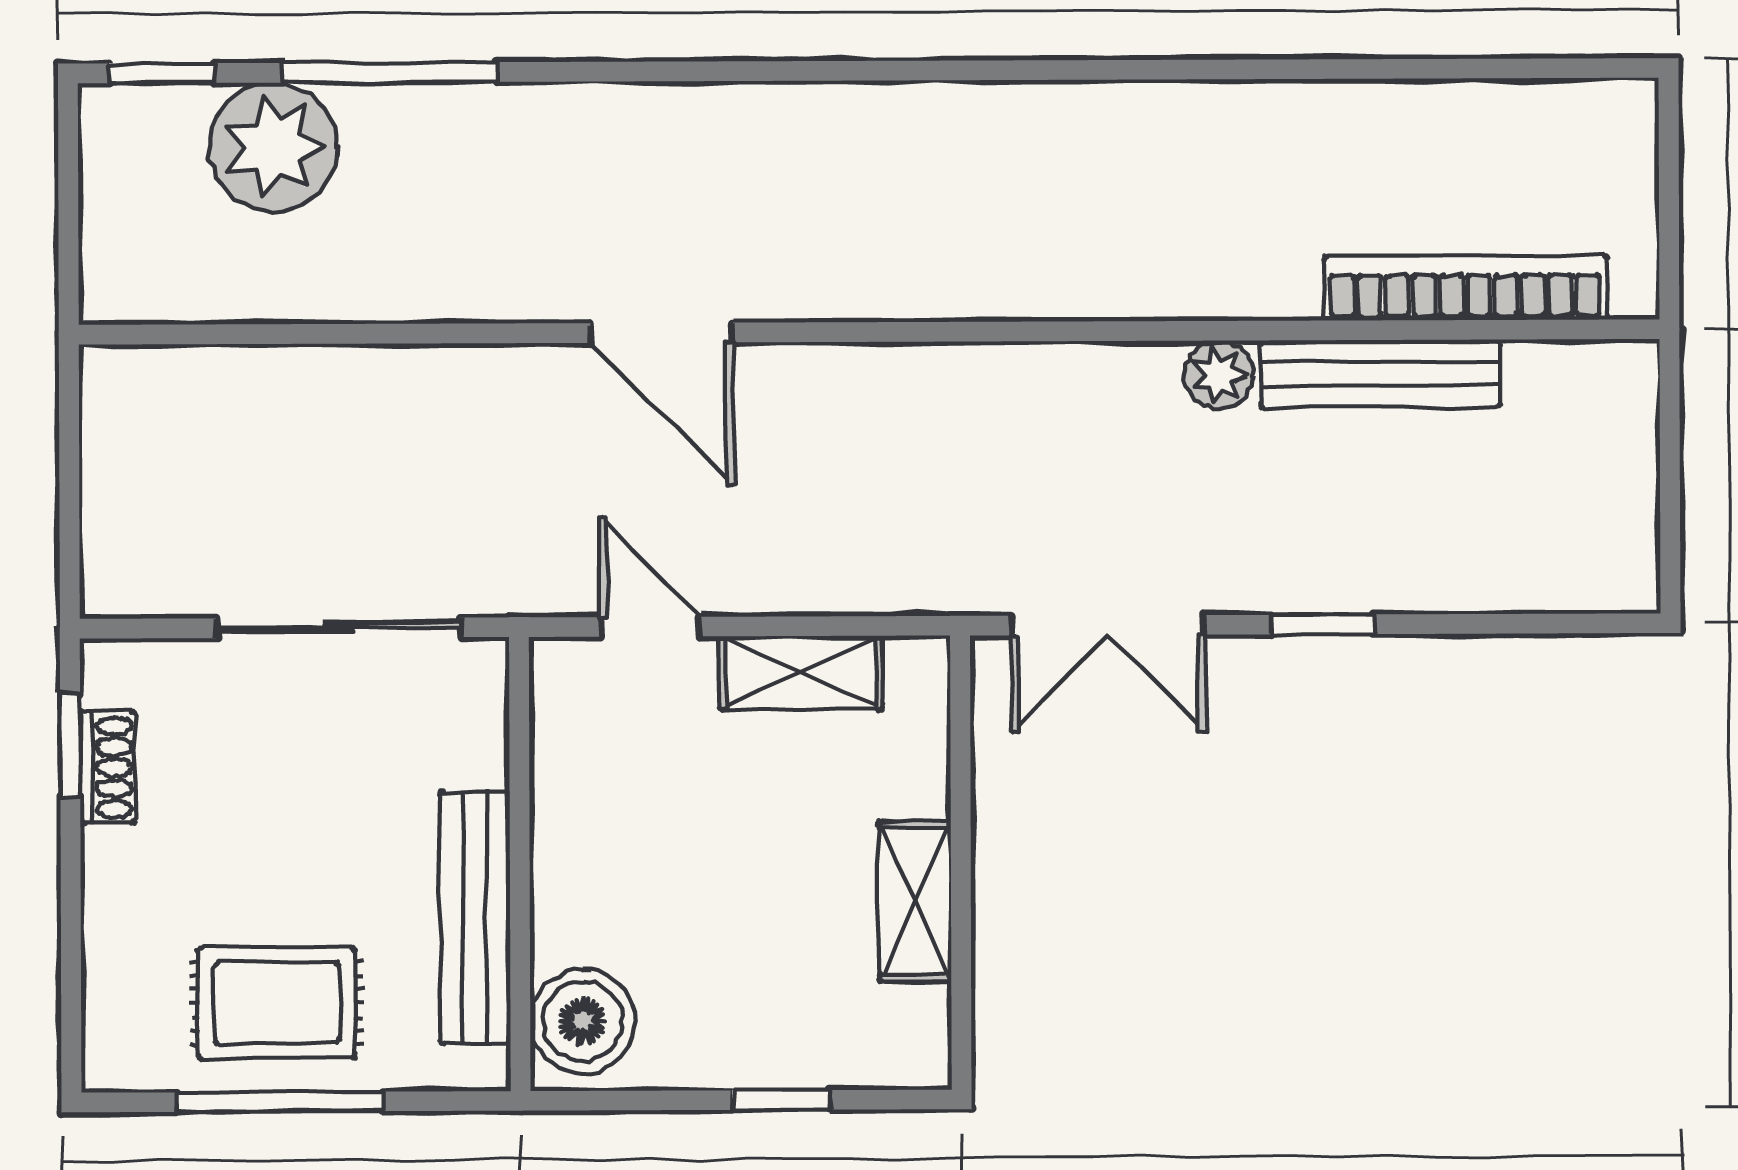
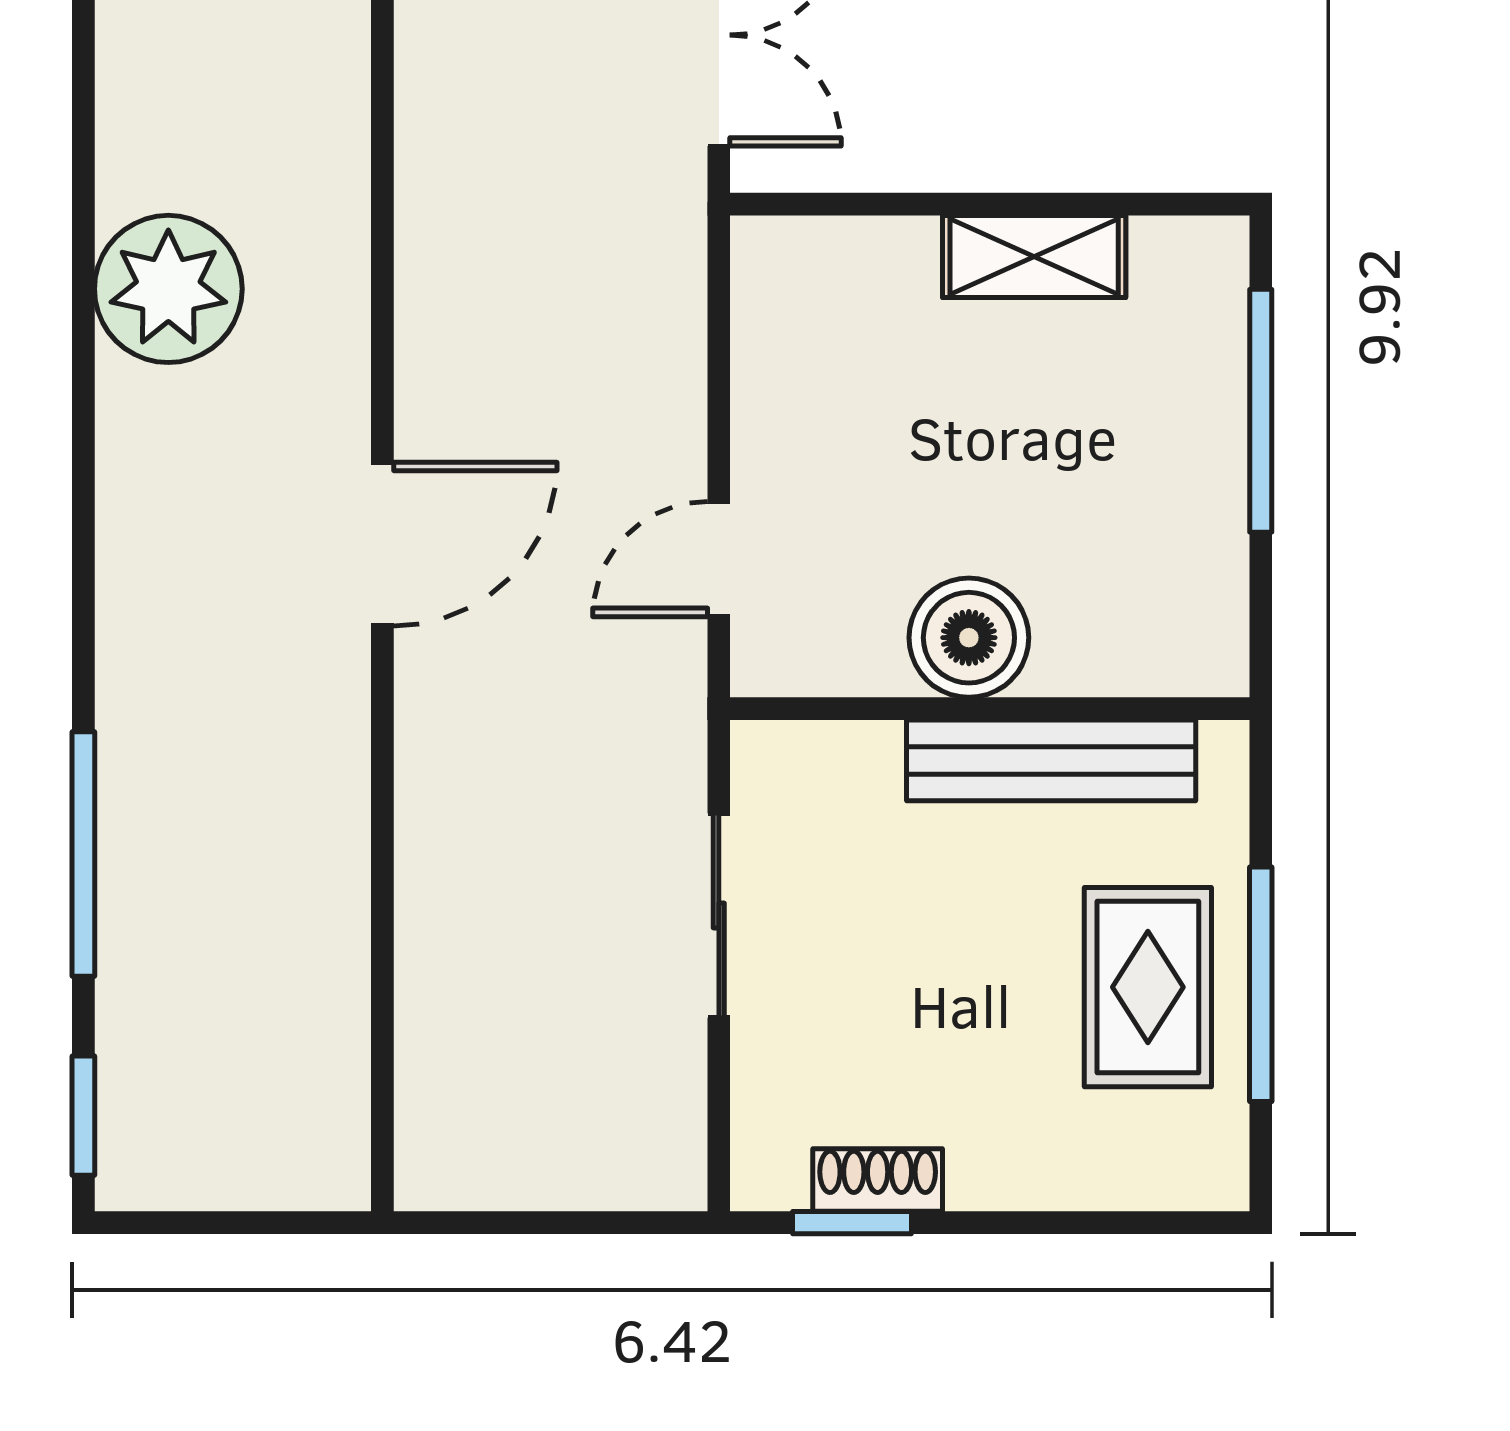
plant: (273, 147) -> (168, 289), moved
sliding door: (338, 628) -> (719, 915), width x0.73
shelving: (801, 673) -> (772, 386), removed
boiler: (582, 1021) -> (969, 638), moved
window: (781, 1100) -> (1261, 411), width x2.17

